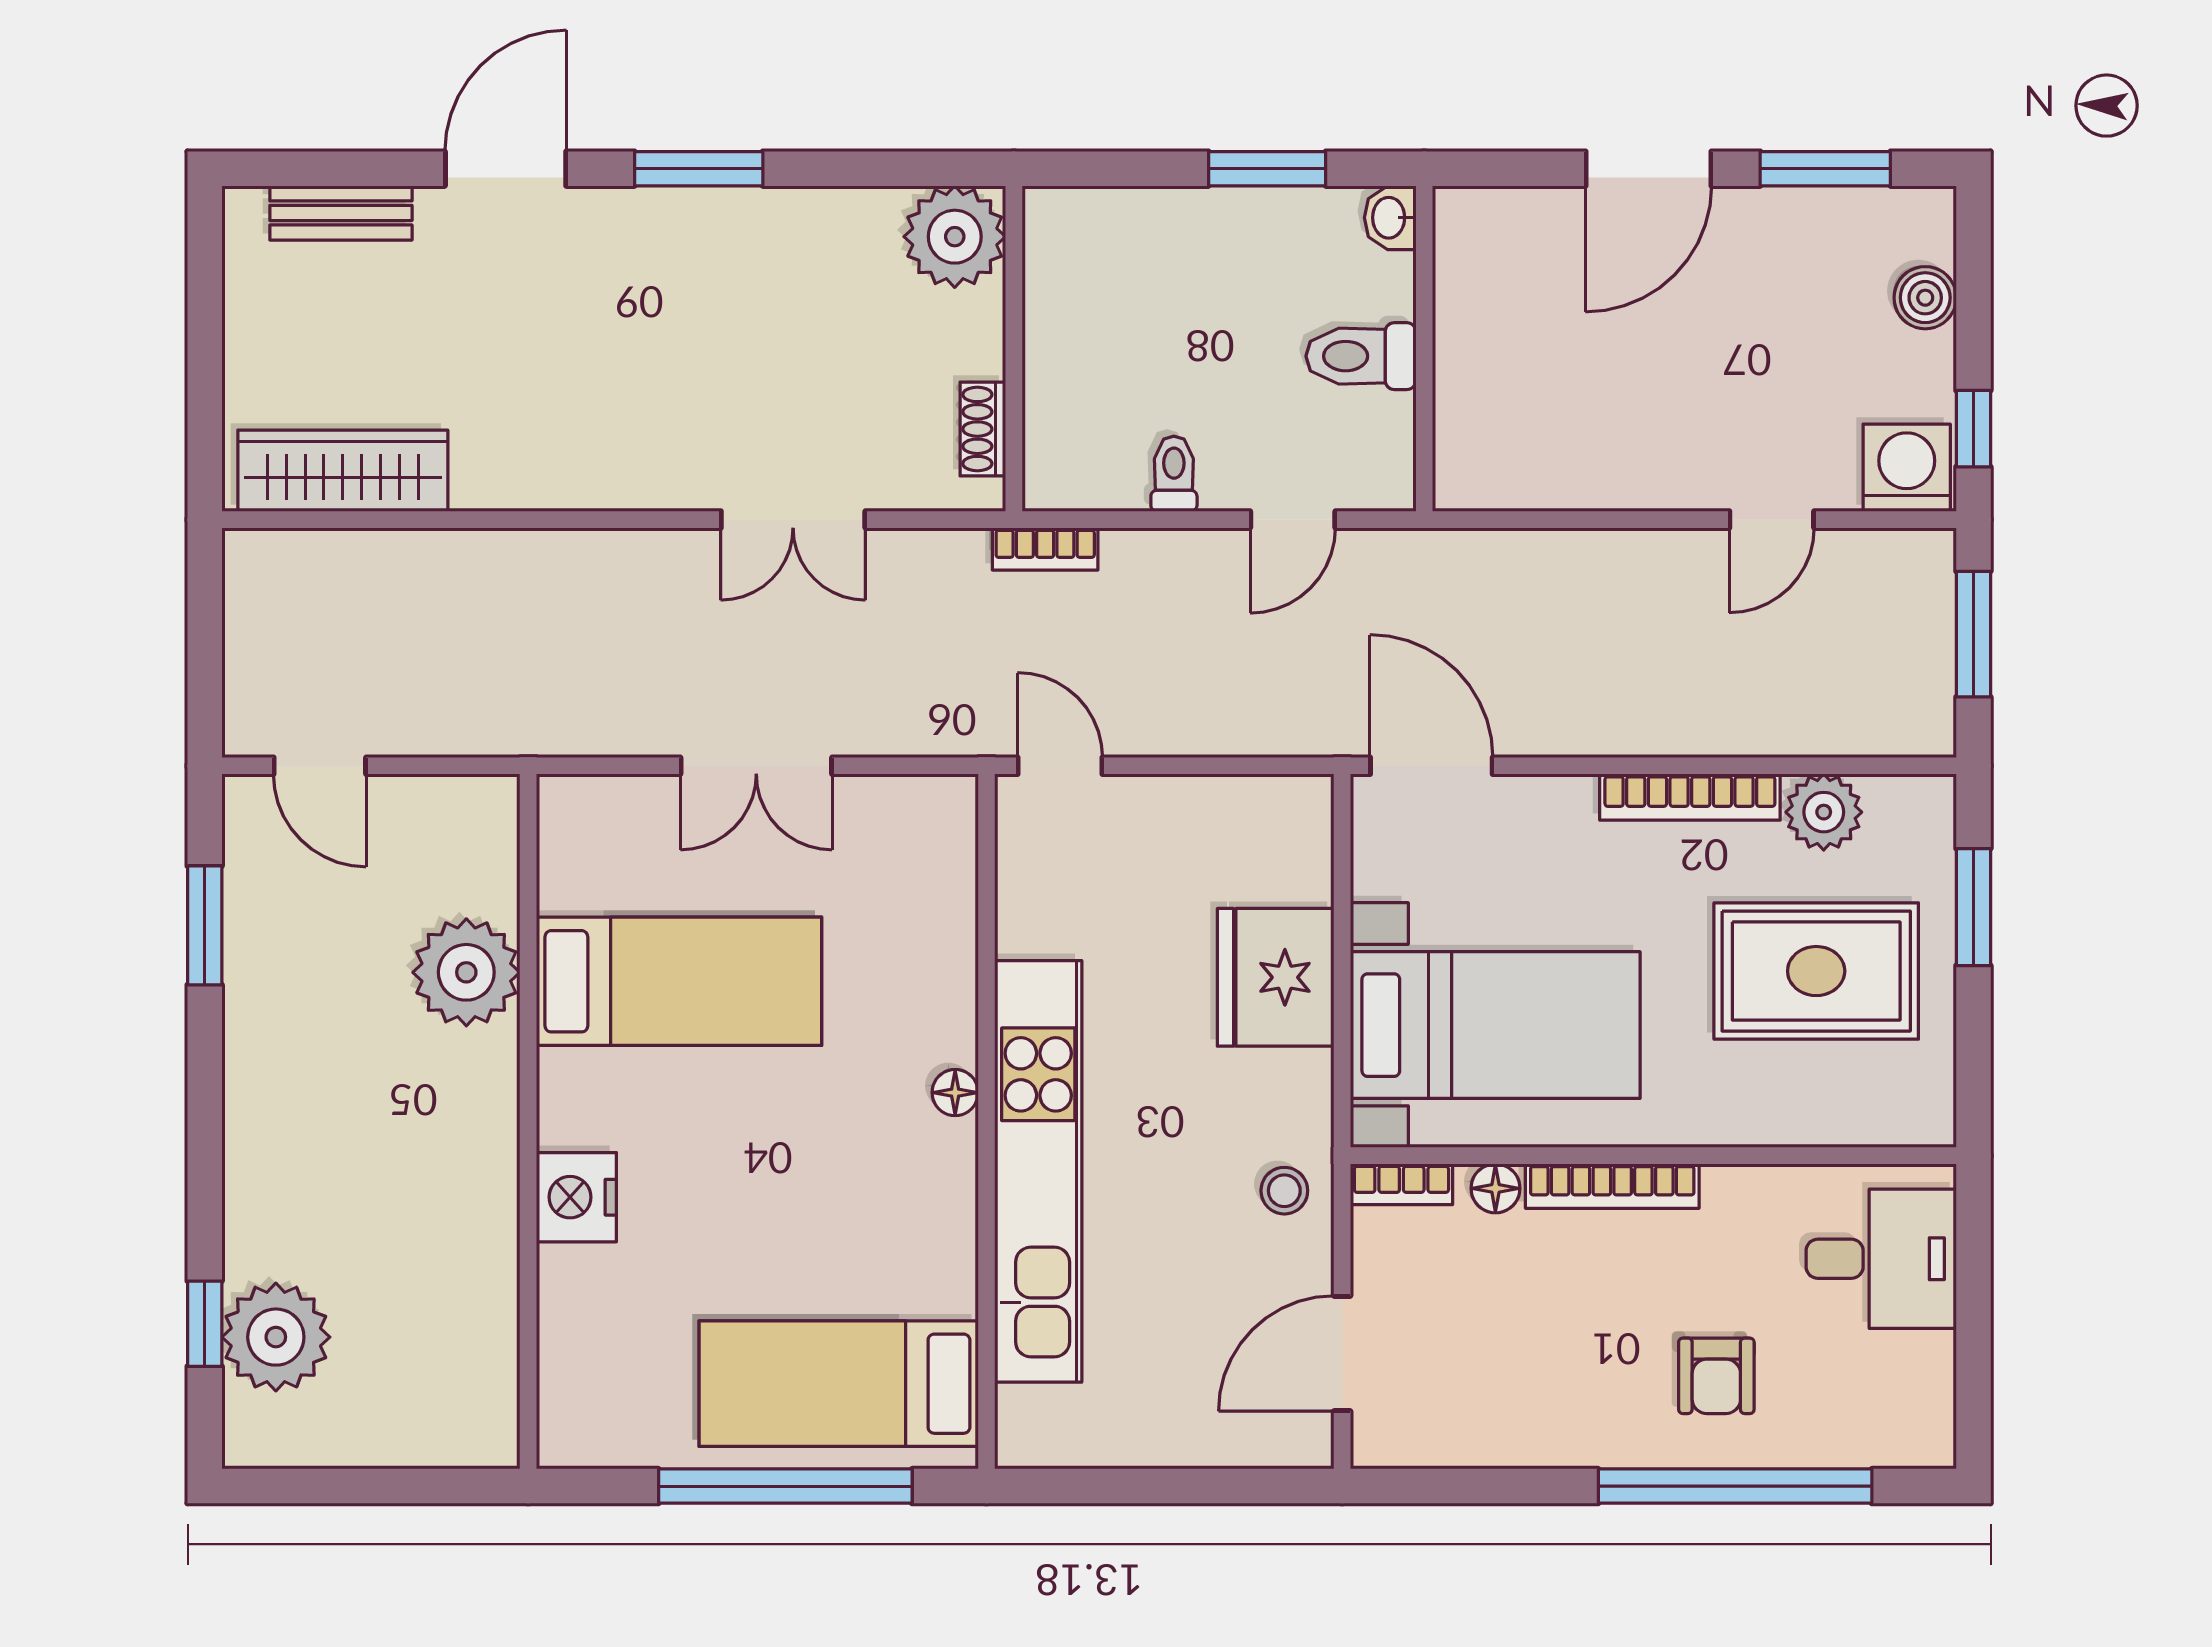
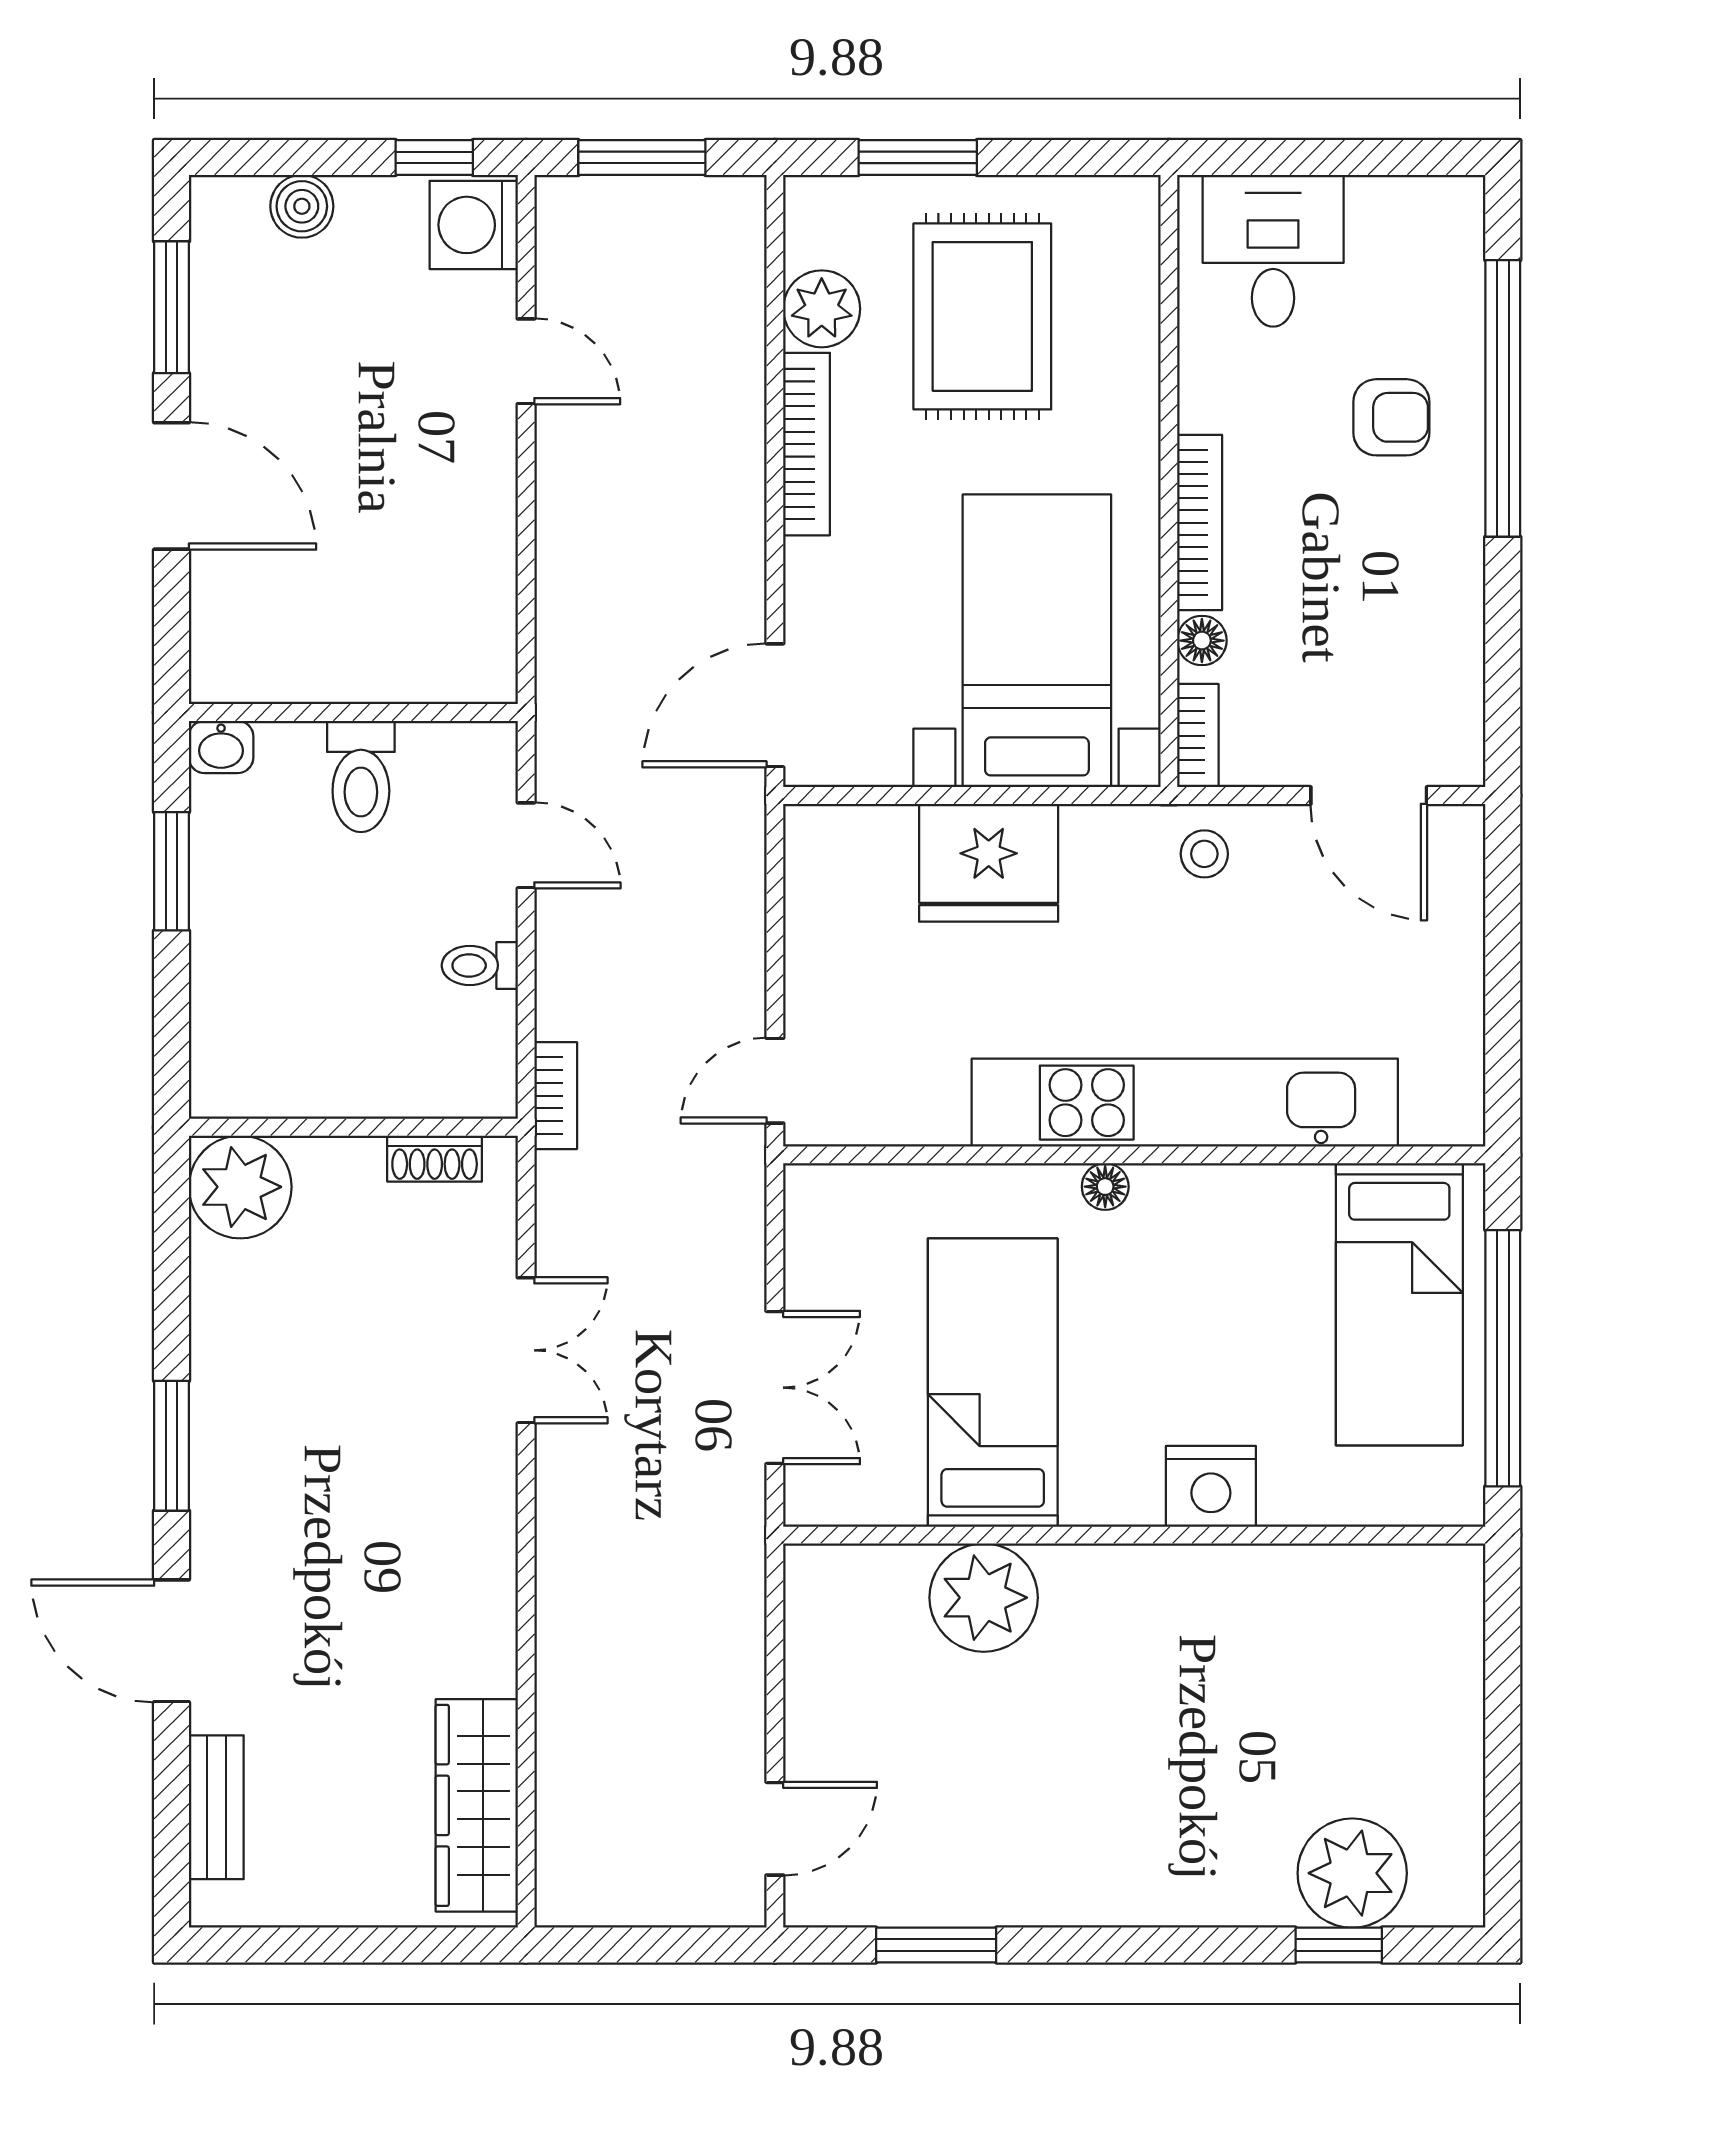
plant: (466, 972) -> (984, 1598), moved
bed: (679, 981) -> (993, 1383), moved
wall: (528, 1121) -> (1134, 1535), moved
nightstand: (576, 1197) -> (1211, 1486), moved

